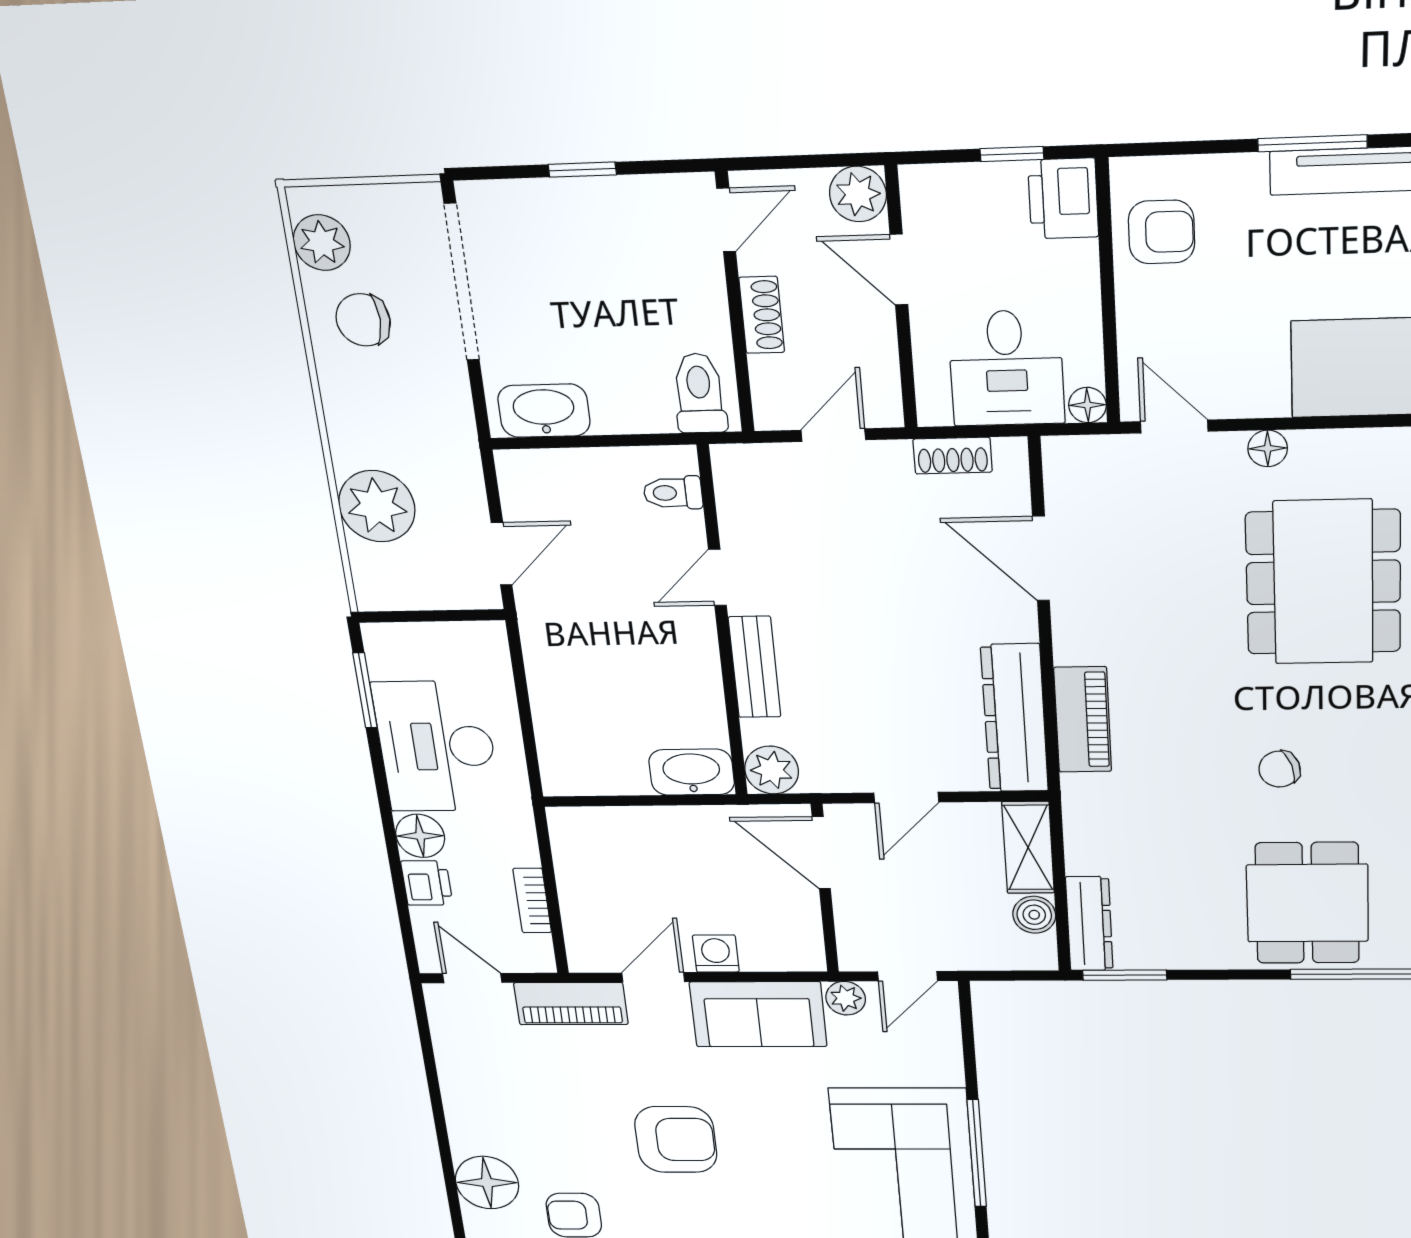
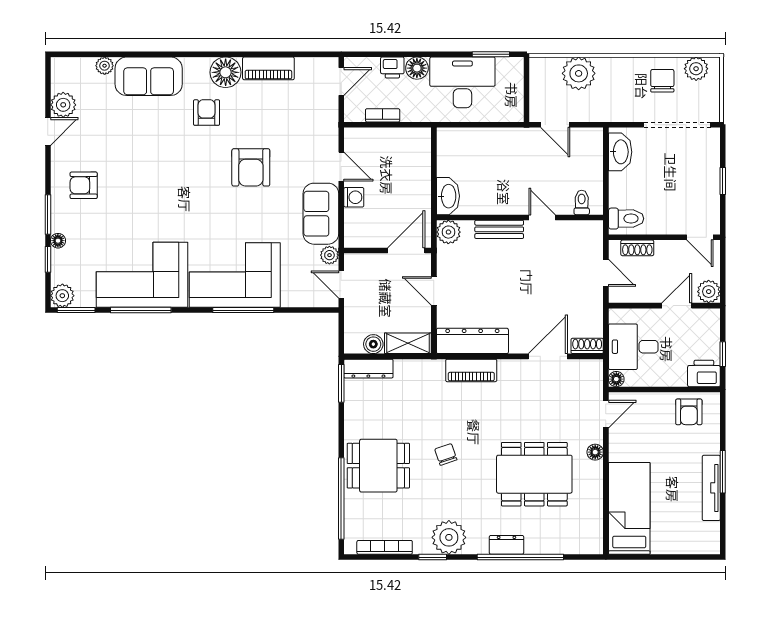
shoe rack: (762, 315) -> (637, 248), moved
shoe rack: (953, 456) -> (587, 346), moved, turned 90
piano: (571, 1004) -> (268, 68), moved, turned -90

